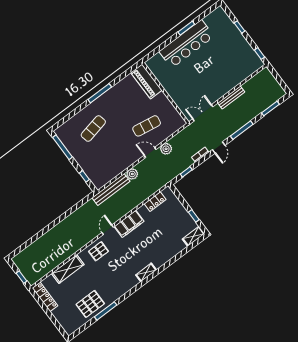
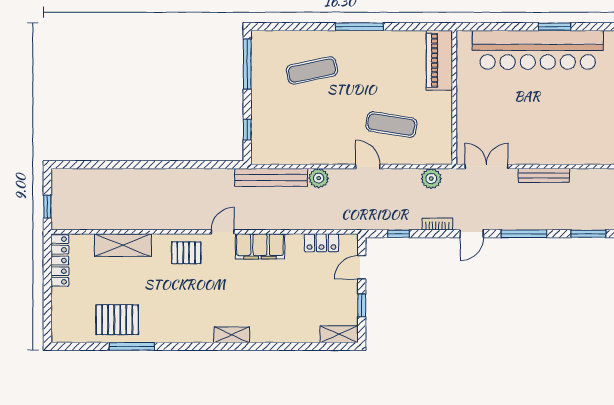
bar counter: (187, 44) -> (538, 50), width x1.36
plant: (166, 149) -> (431, 179), moved
door: (181, 199) -> (362, 267), added

